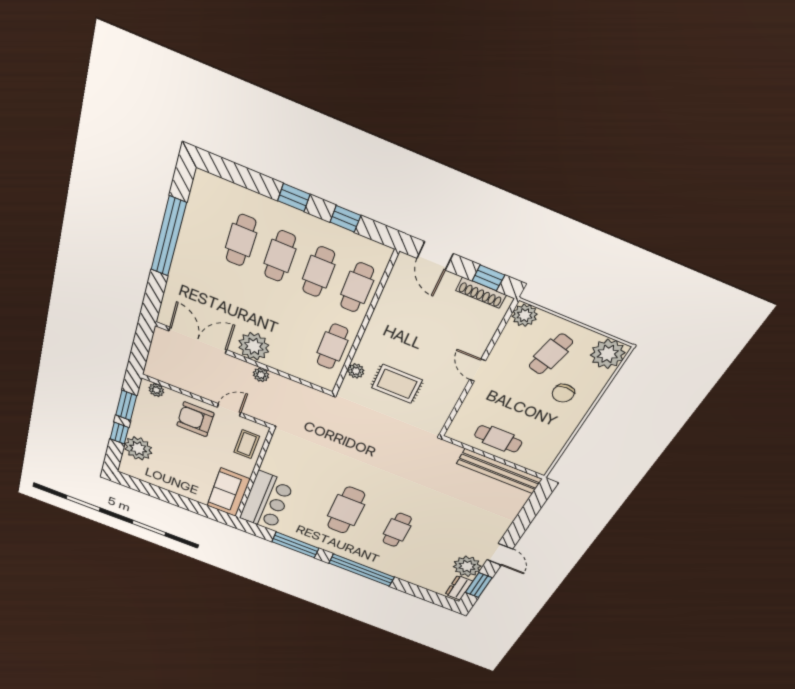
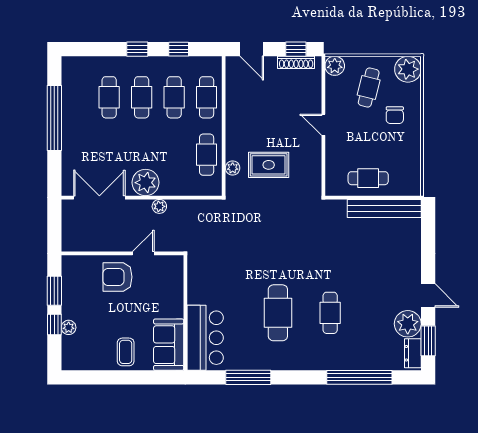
plant: (156, 390) -> (77, 262), removed
coffee table: (247, 444) -> (126, 352), moved
plant: (138, 448) -> (69, 327), width x0.53, depth x0.53
window: (362, 570) -> (359, 377), moved

